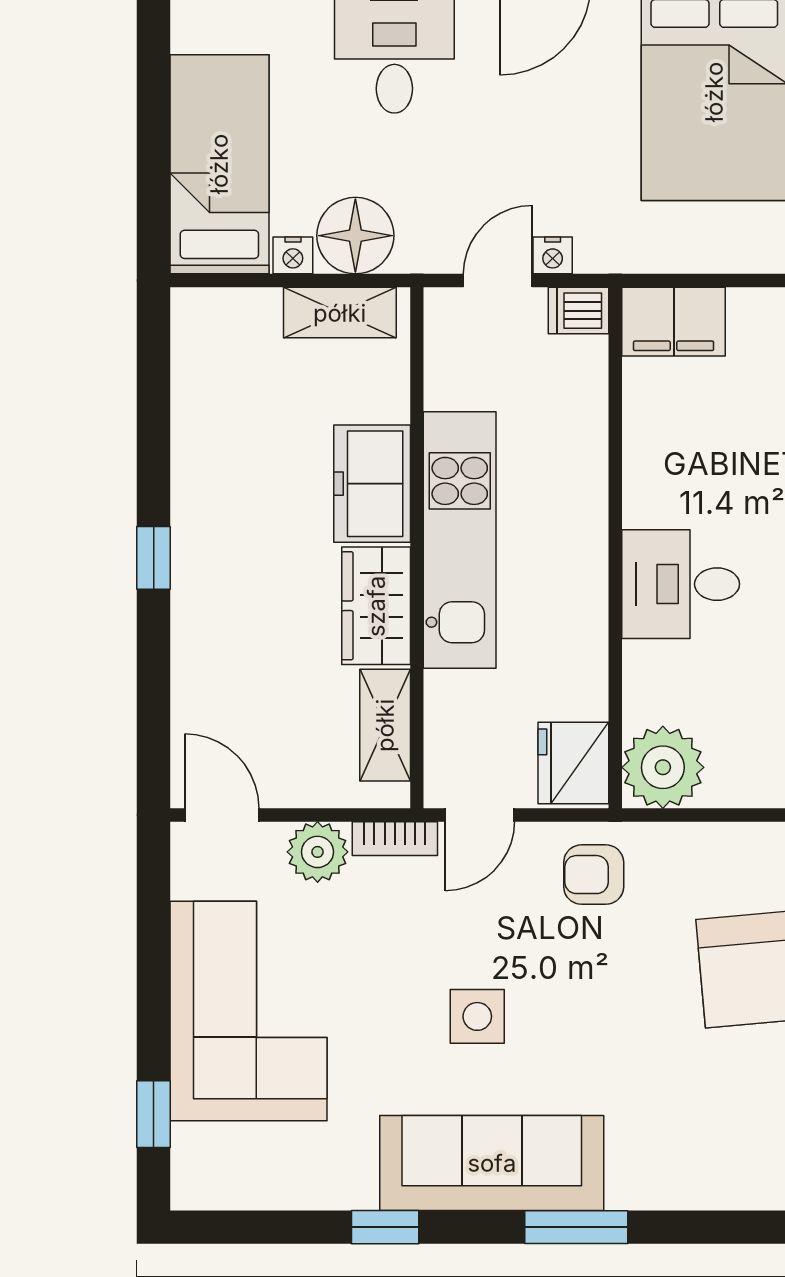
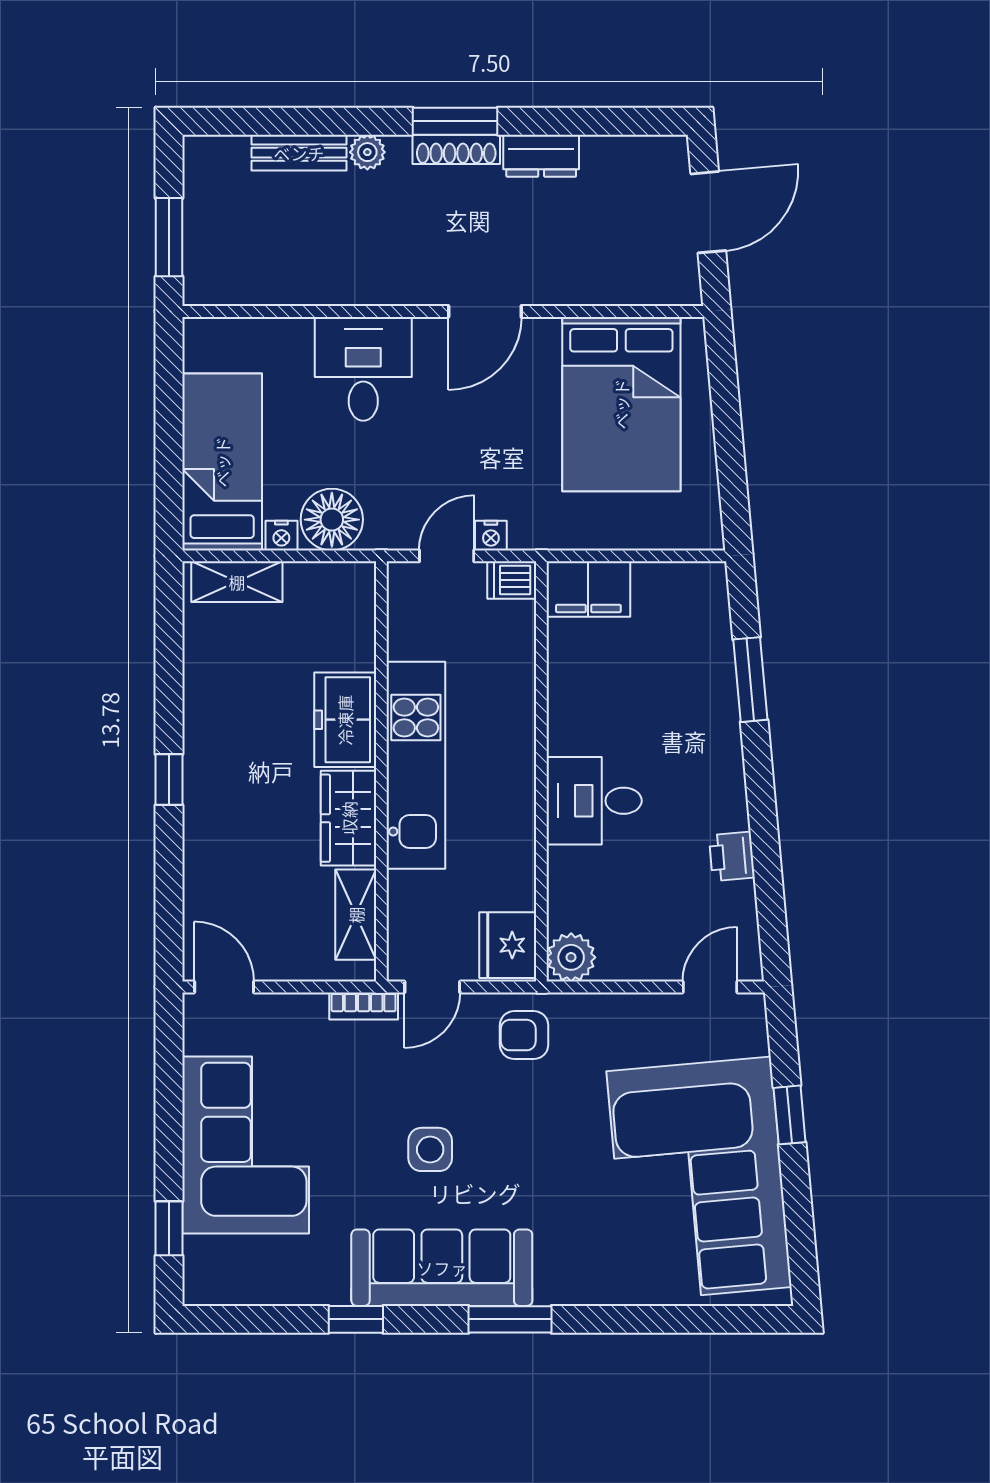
shelving: (340, 313) -> (237, 582), moved
plant: (663, 767) -> (571, 957), width x0.73, depth x0.73
plant: (318, 852) -> (301, 1017), removed

